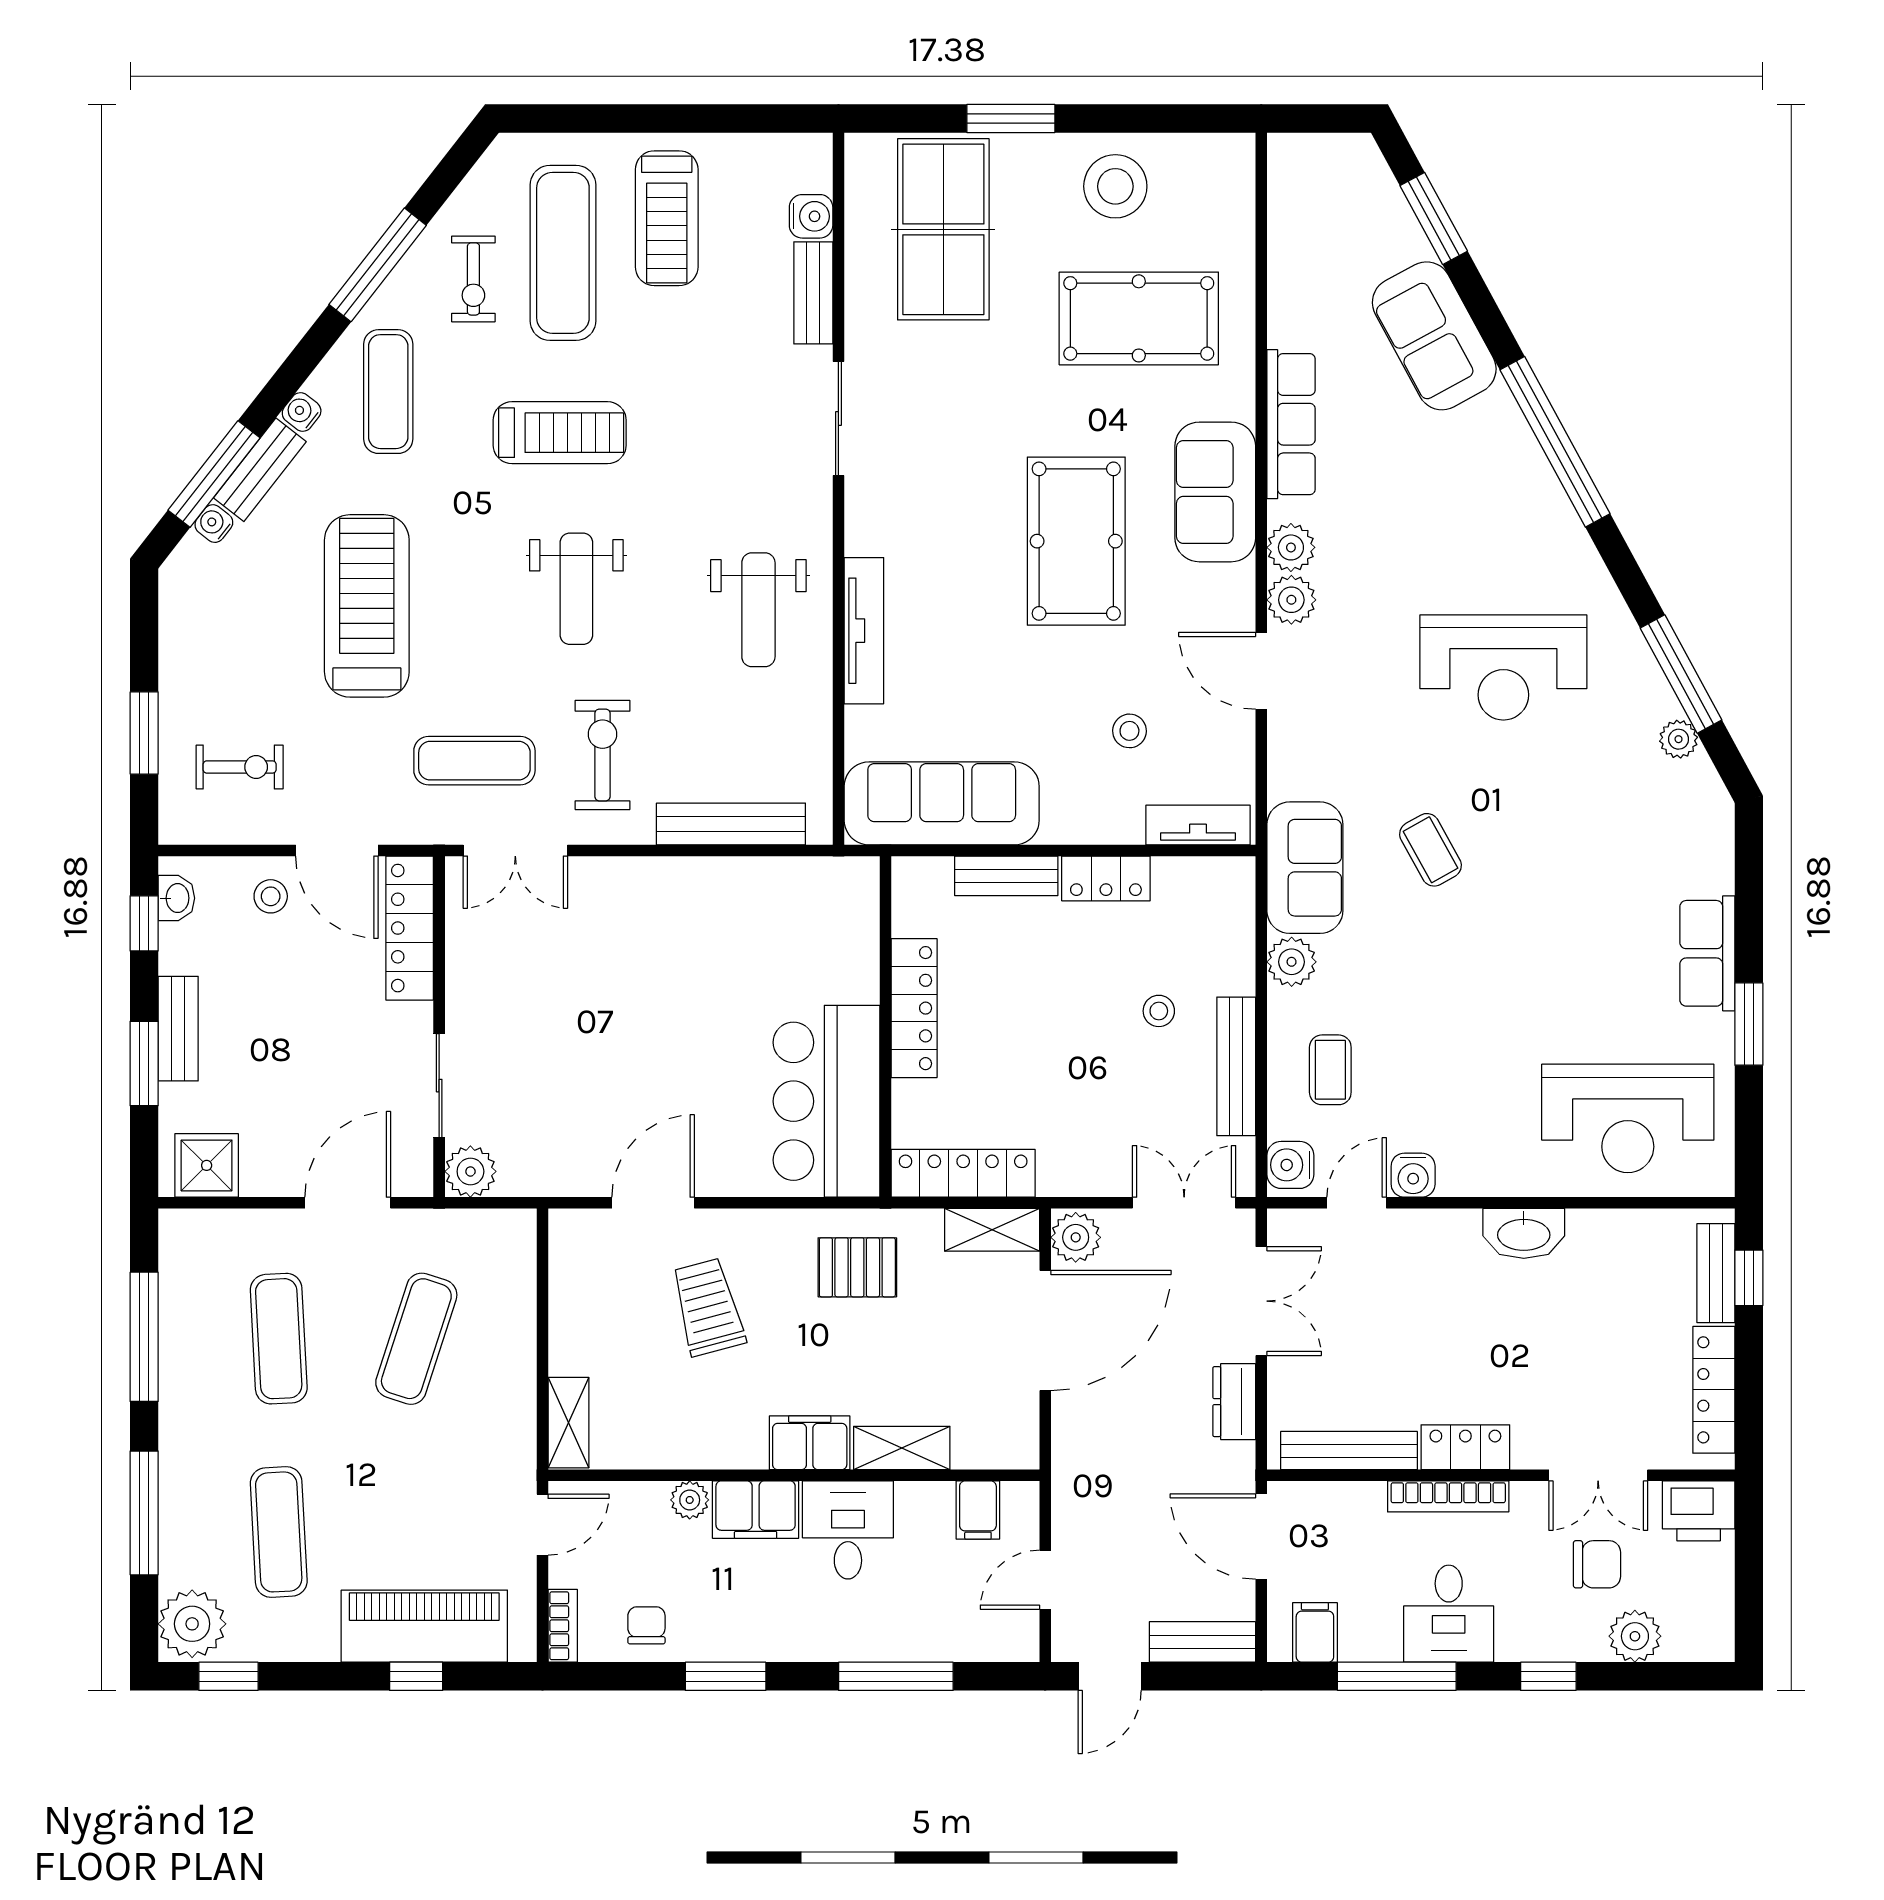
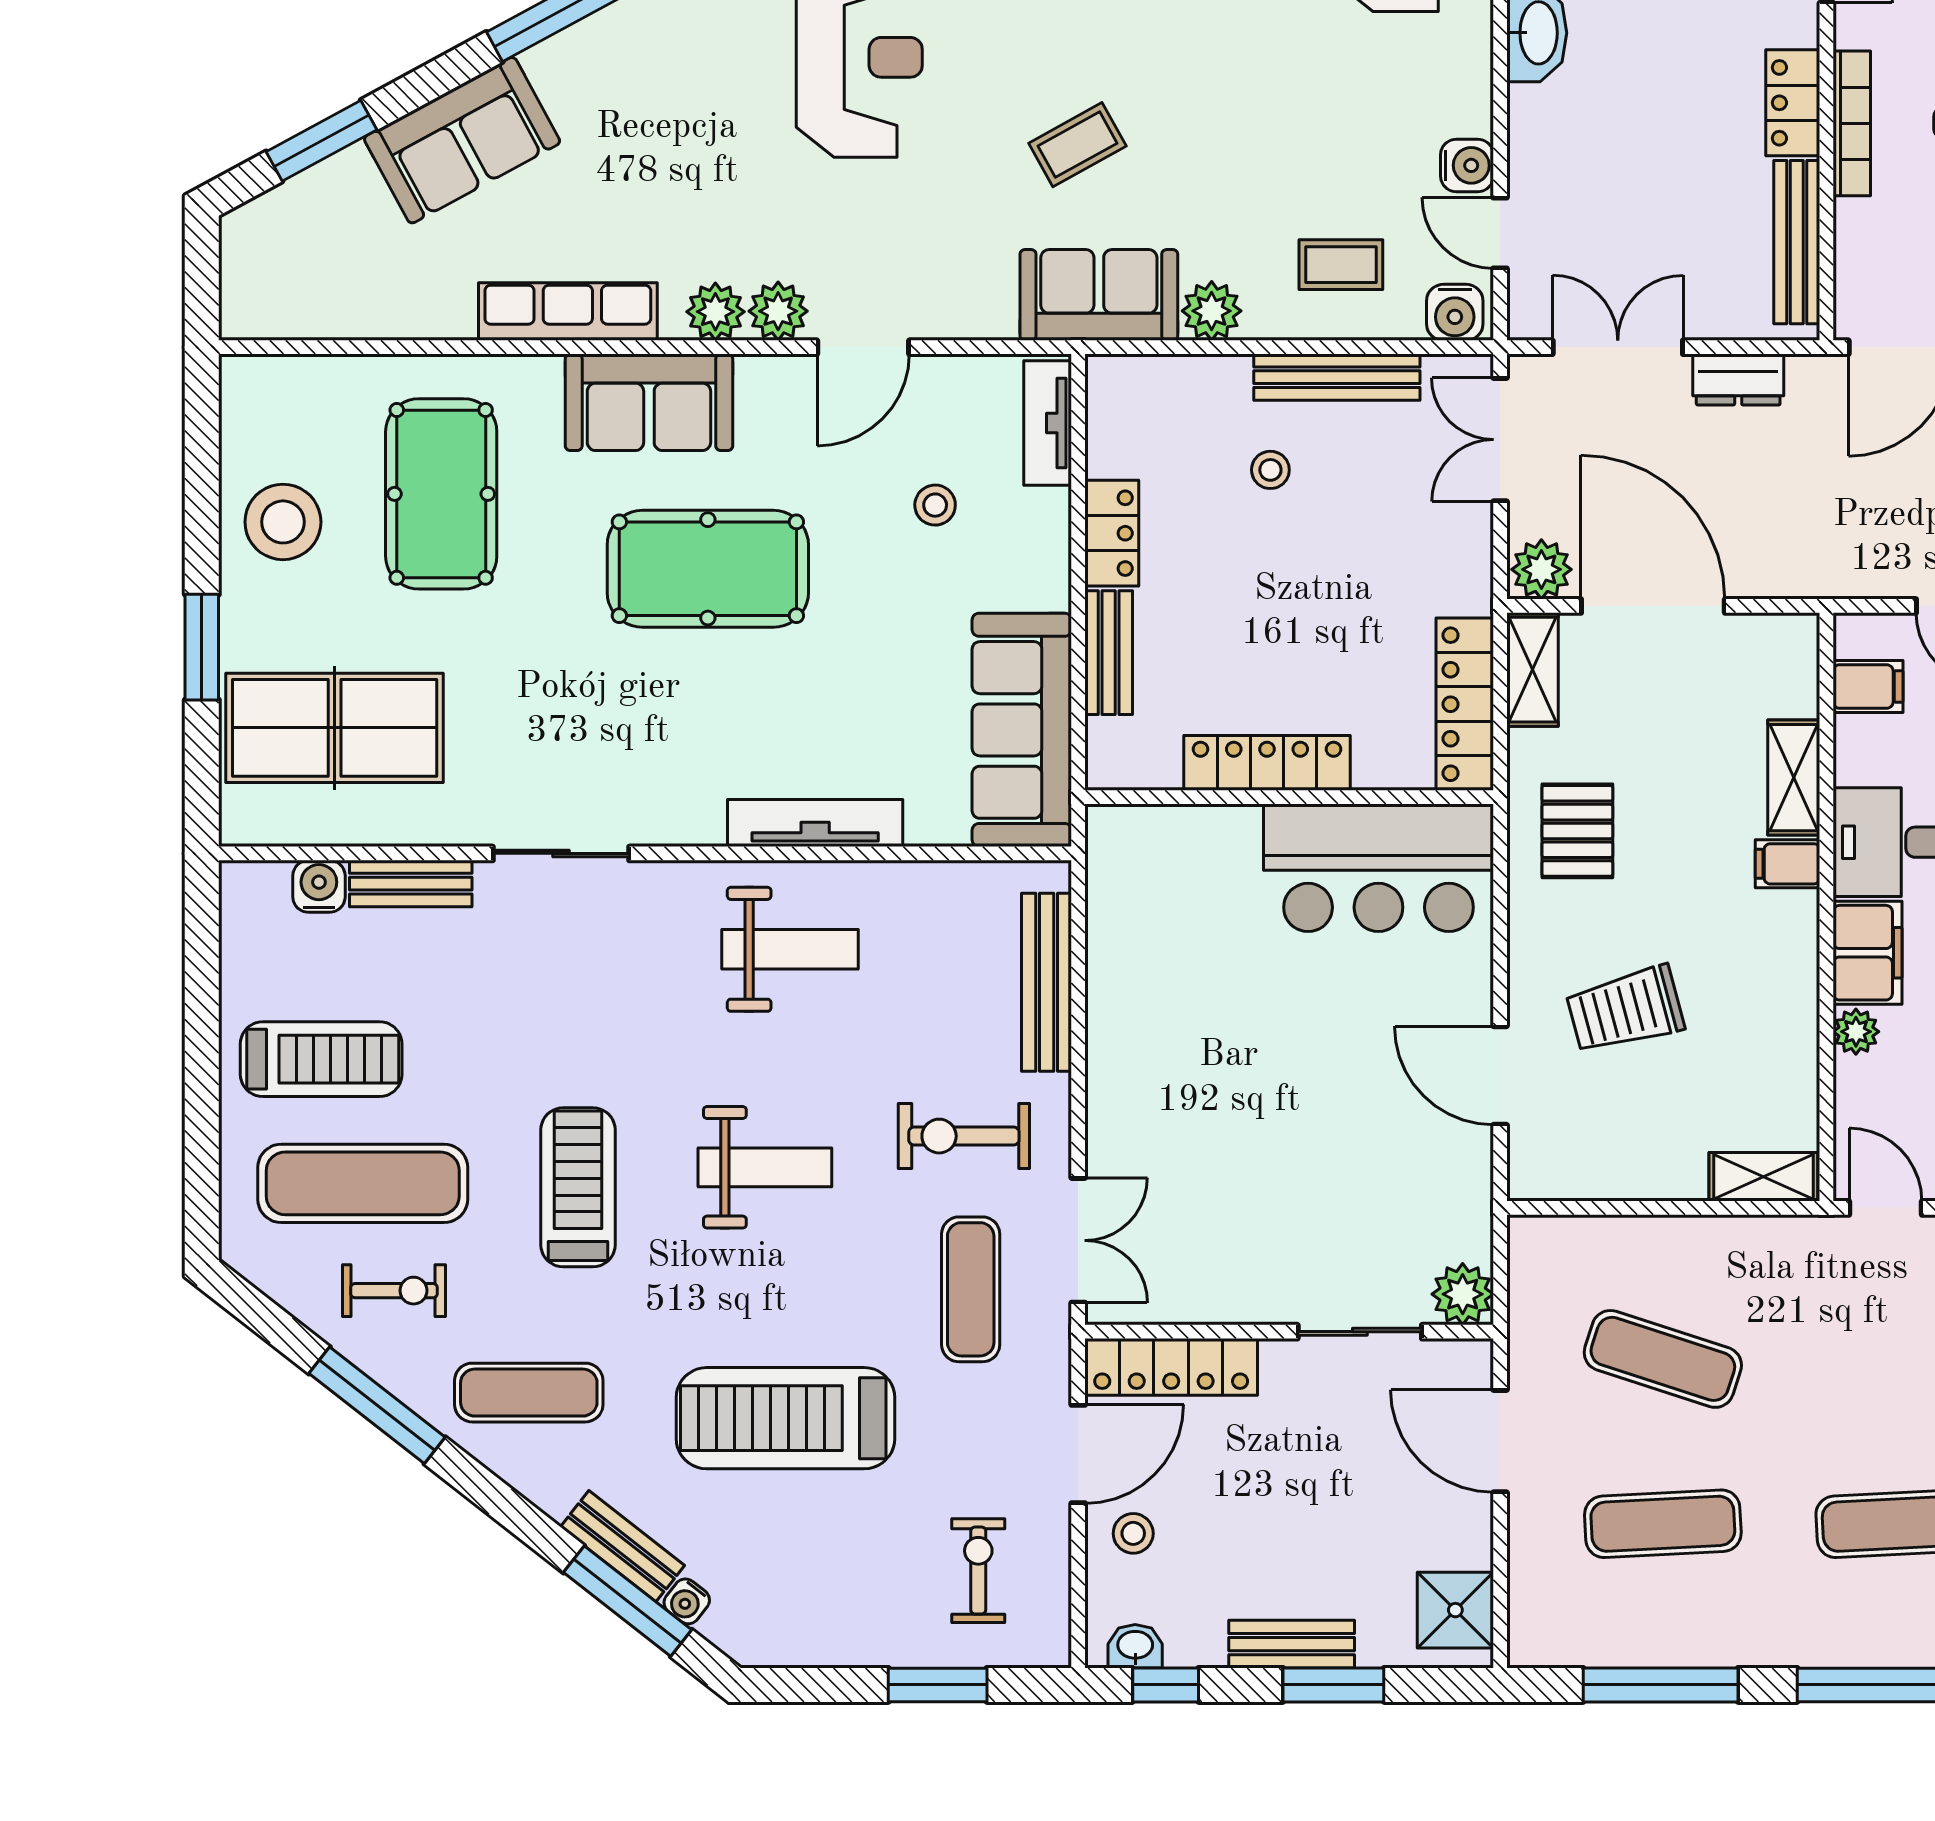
water cooler: (302, 412) -> (553, 1496), removed
filing cabinet: (810, 1443) -> (1787, 864), width x0.50

